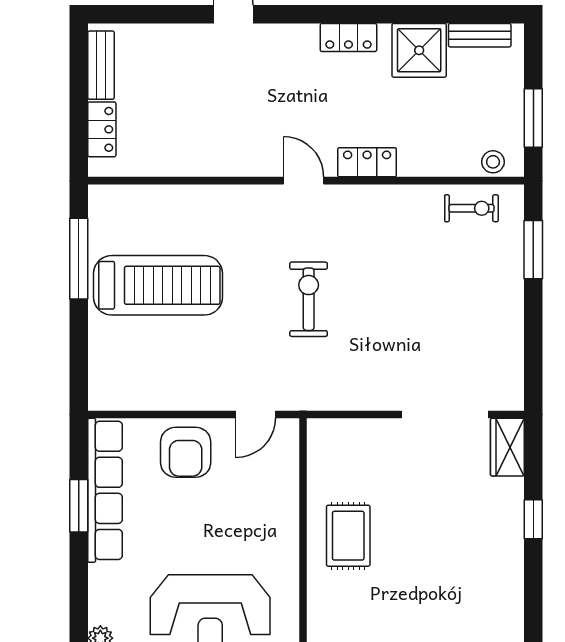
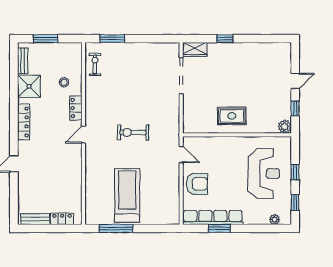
locker: (348, 37) -> (24, 122), width x1.53
window: (533, 118) -> (45, 39), moved
stool: (493, 162) -> (64, 82), moved

